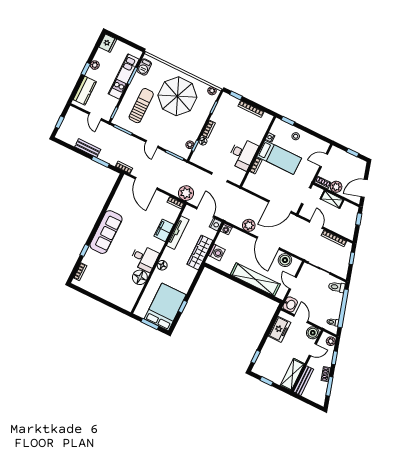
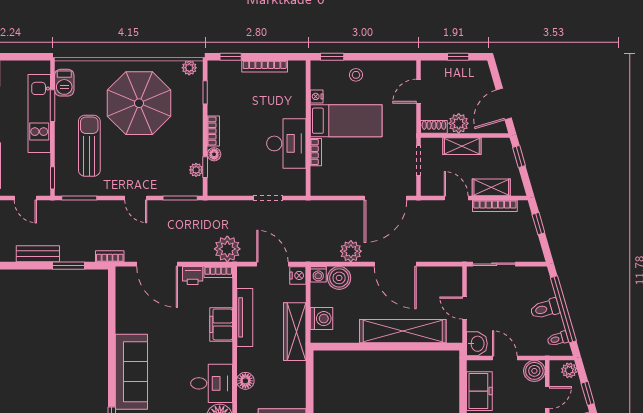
printer: (162, 198) -> (193, 276), added
shelving: (337, 228) -> (491, 187), added
boiler: (285, 260) -> (339, 278), moved
toilet: (337, 287) -> (545, 309), moved

